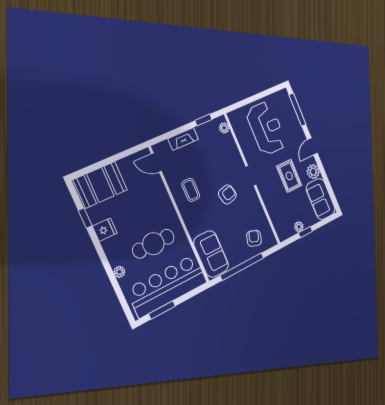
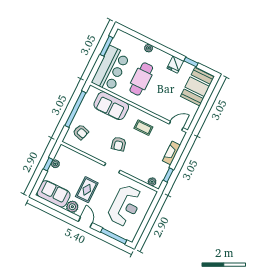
reception desk: (266, 128) -> (125, 206), turned -90
rug: (289, 176) -> (87, 190), turned 90
sofa: (211, 254) -> (111, 106), moved
bar counter: (167, 286) -> (111, 69), width x0.73

